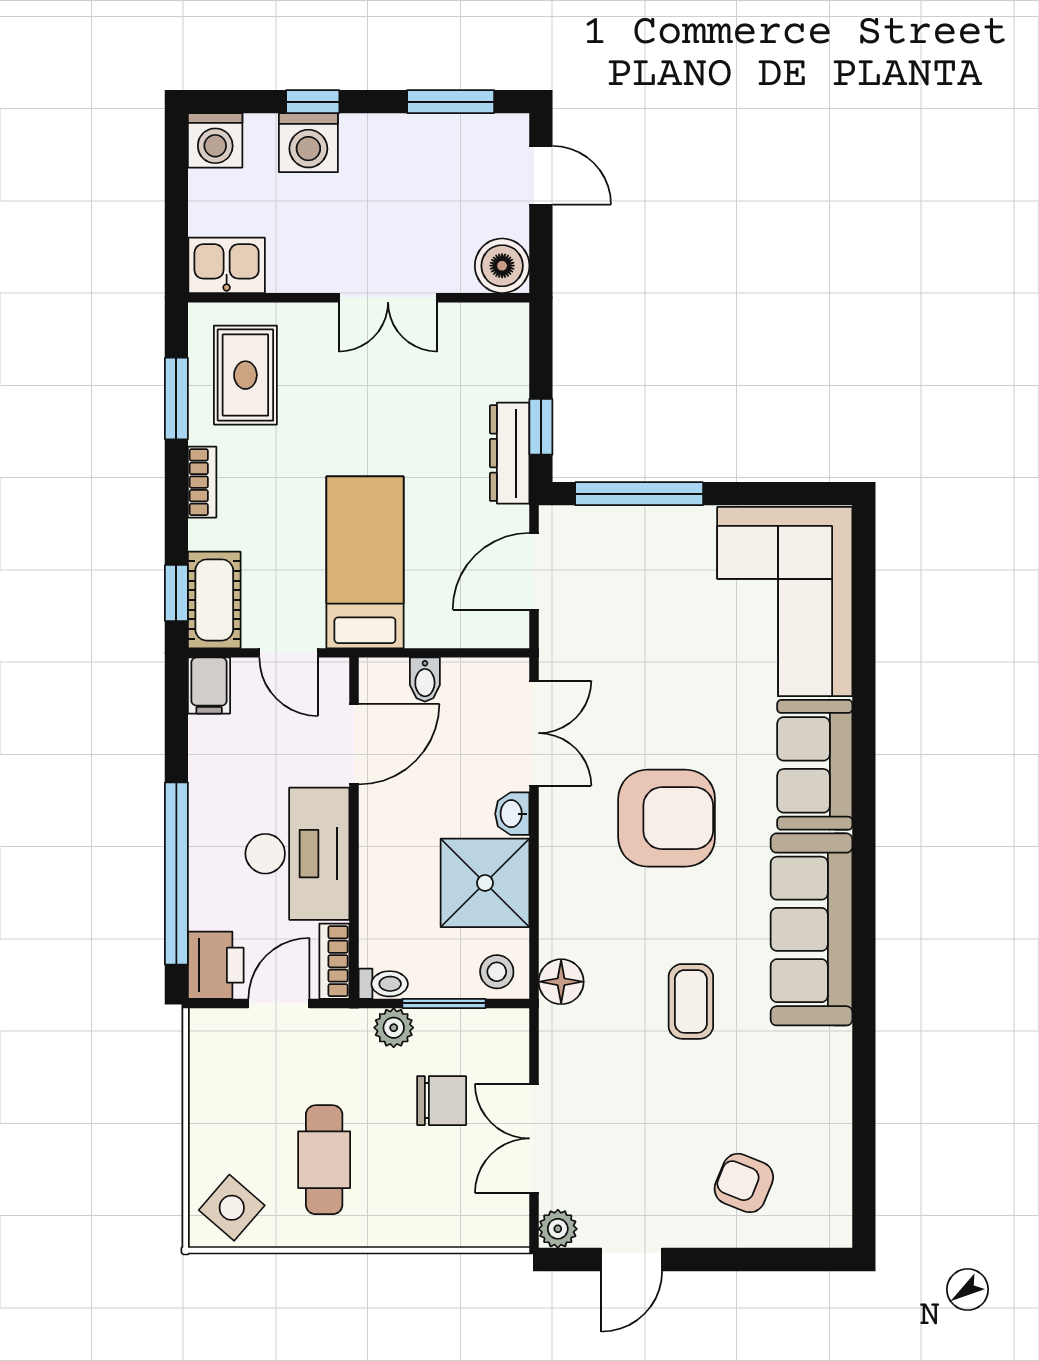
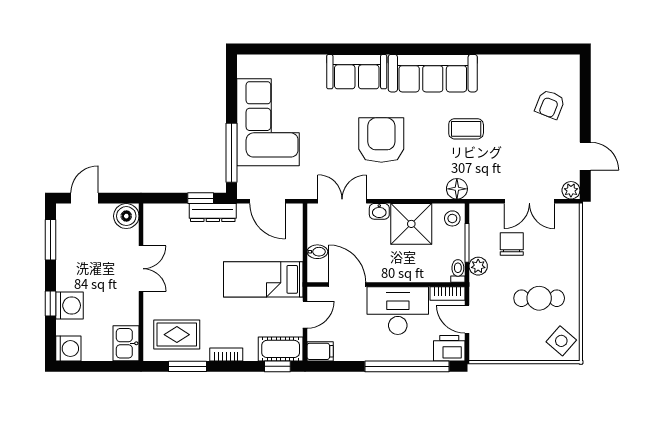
corner sofa: (785, 602) -> (268, 122), moved, turned -90

